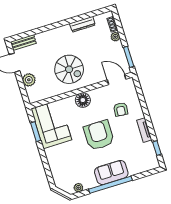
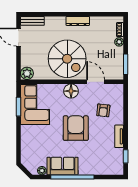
dresser: (82, 24) -> (78, 21), moved
spiral stairs: (69, 69) -> (67, 59), width x1.37, depth x1.37
plant: (29, 80) -> (27, 73), moved
door: (117, 80) -> (96, 82), moved
sofa: (111, 172) -> (63, 166), moved

